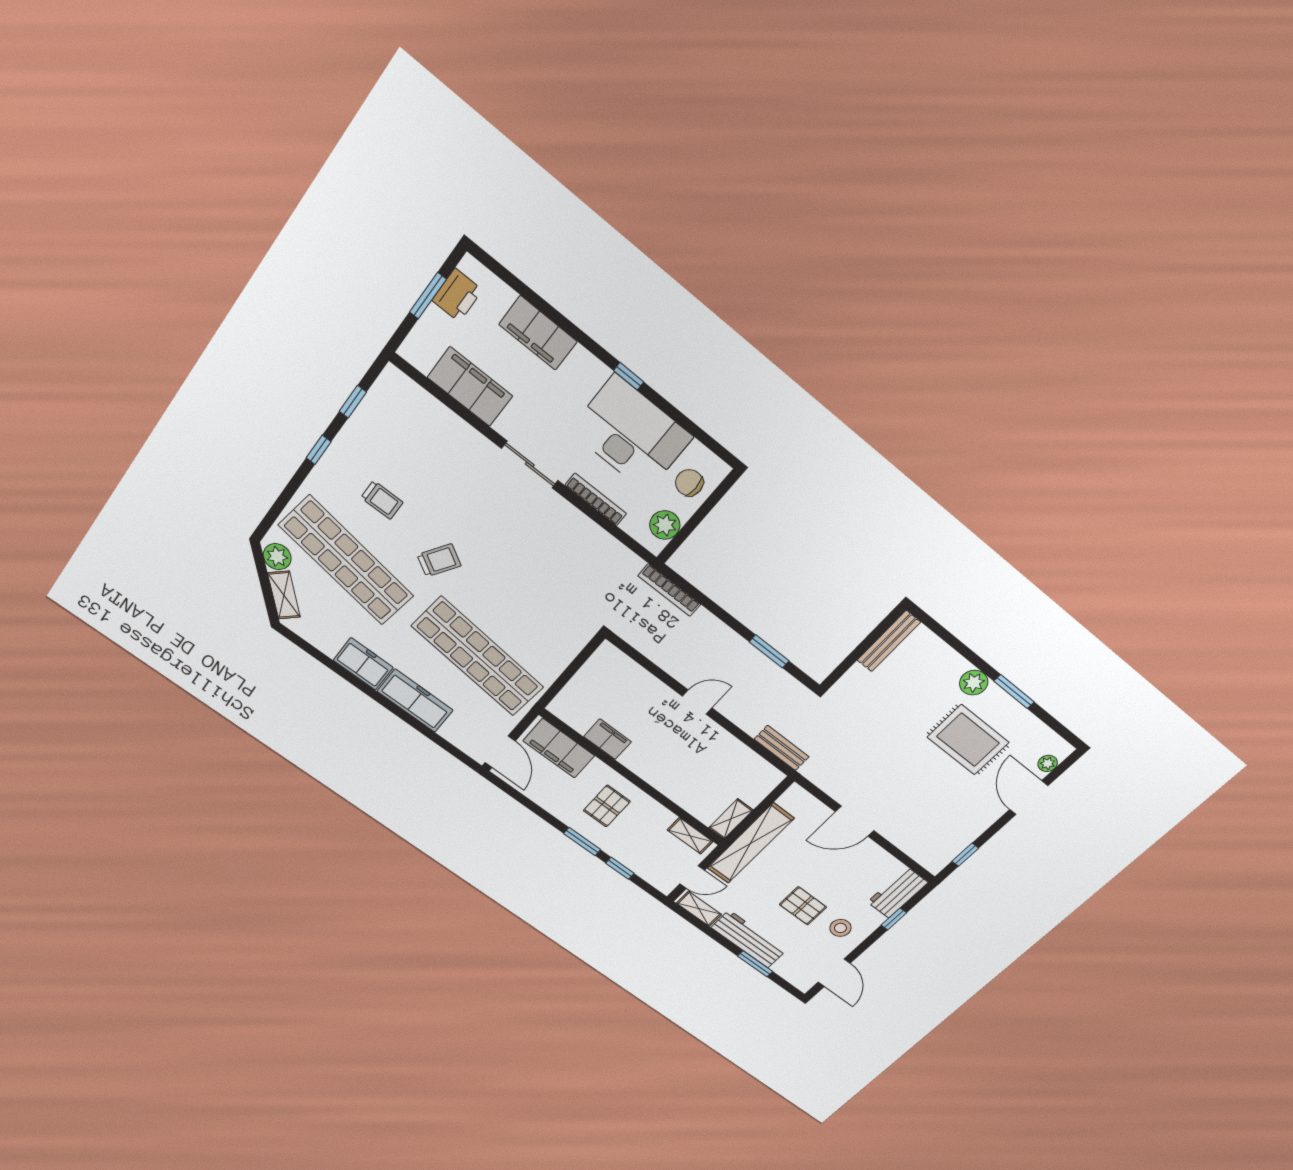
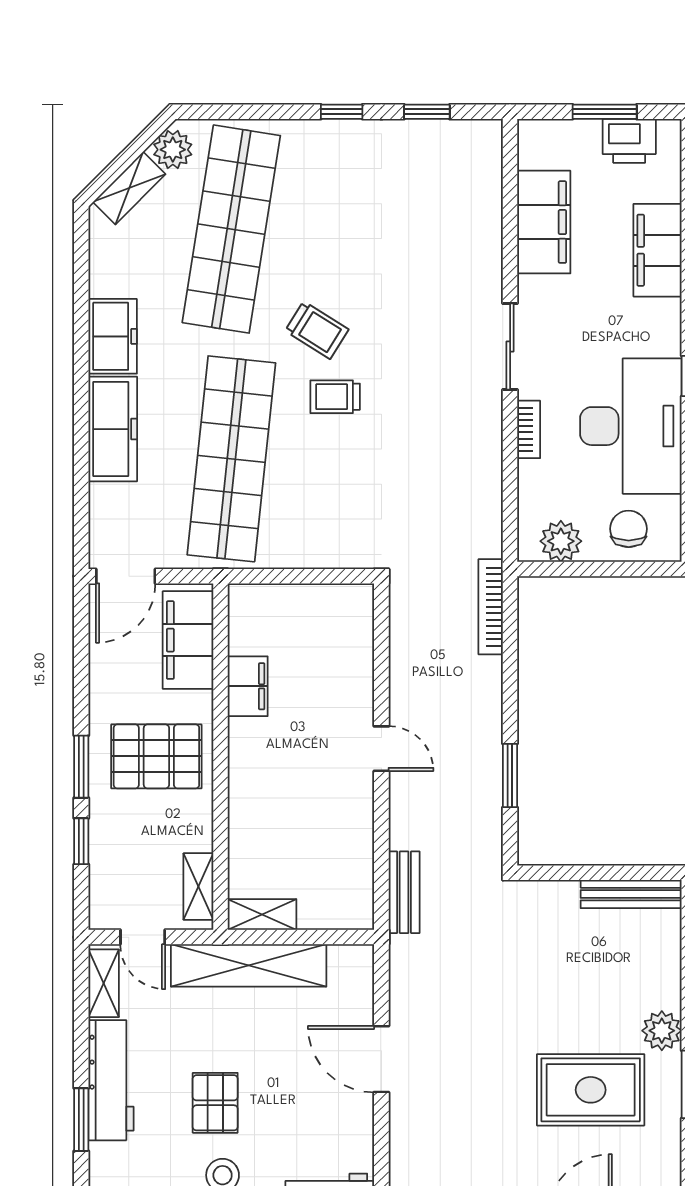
bookcase: (596, 499) -> (529, 429), width x0.64
trolley: (382, 500) -> (335, 397), moved, turned 90
rug: (968, 740) -> (591, 1090), turned 90
pallet: (607, 806) -> (156, 756), width x1.50, depth x1.42

